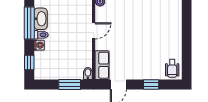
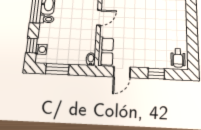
washing machine: (39, 45) -> (41, 49), moved
window: (70, 84) -> (57, 69), moved

